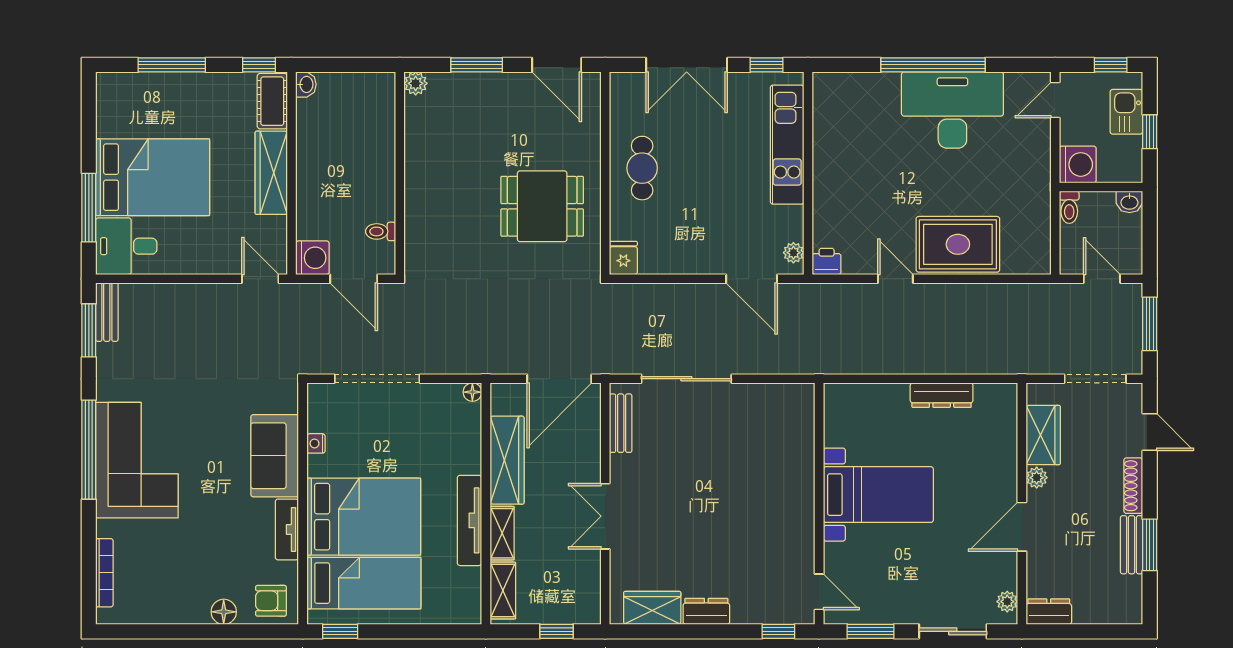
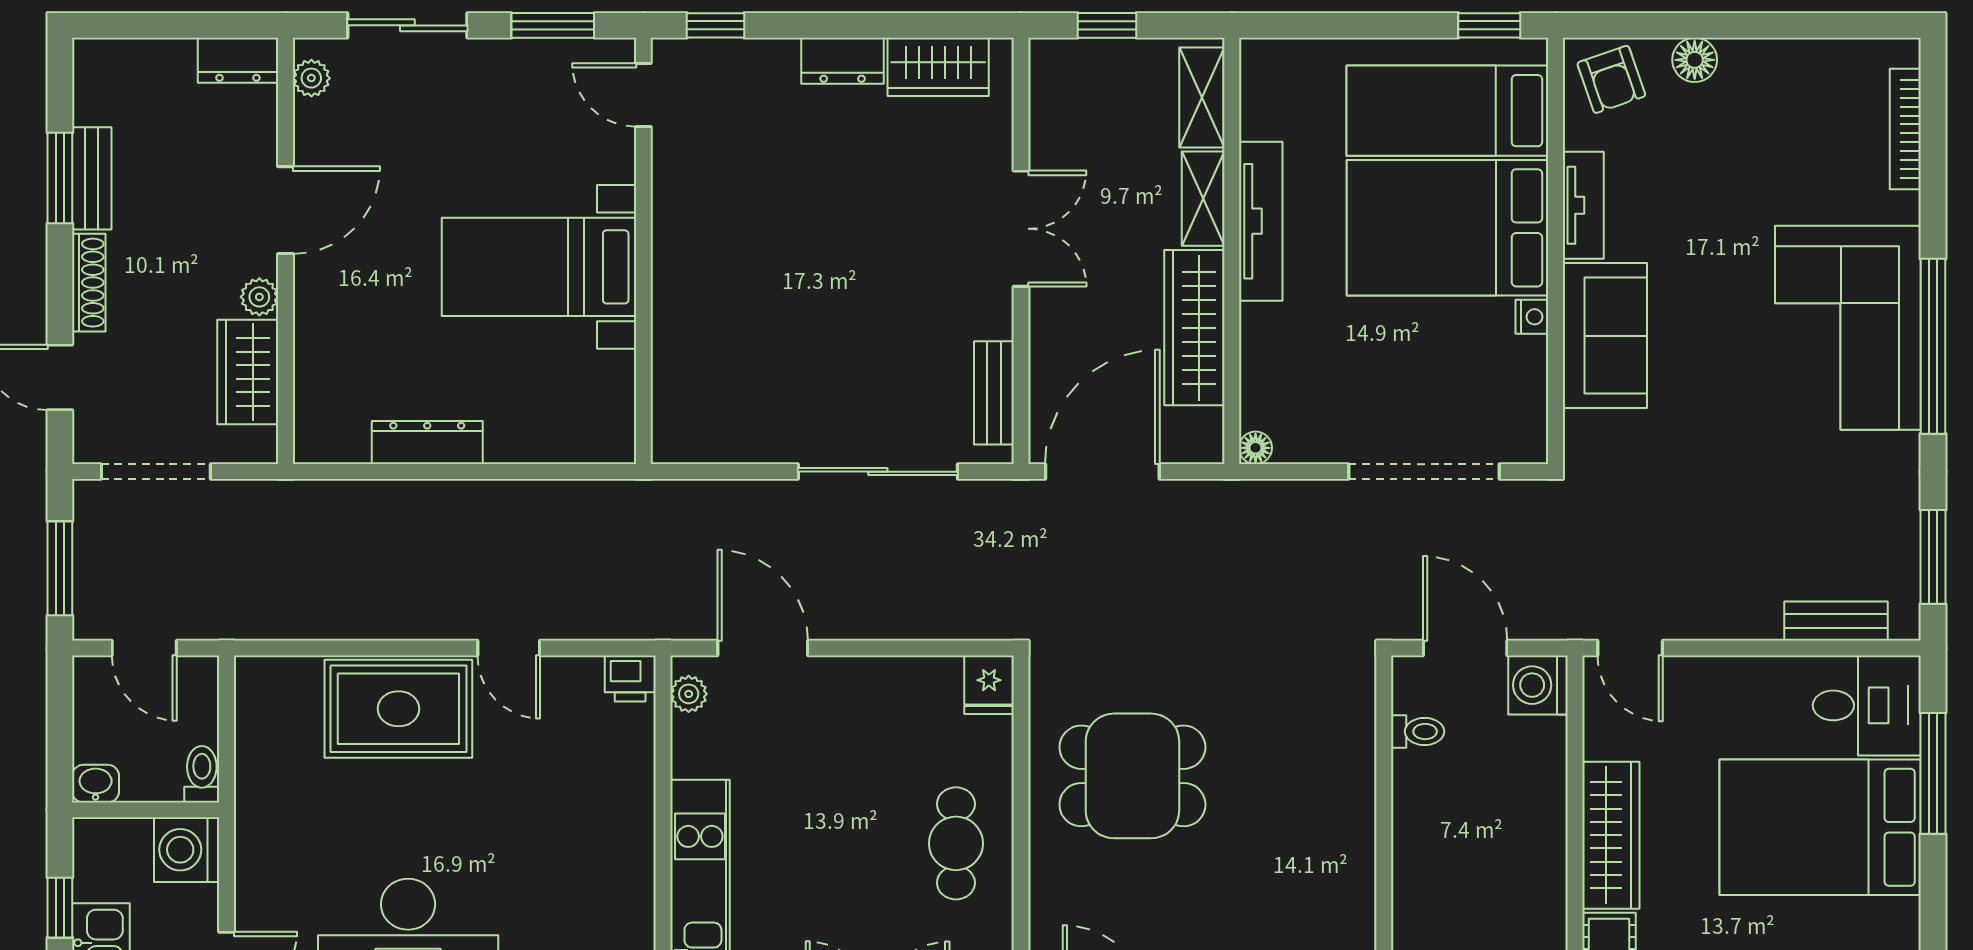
bench: (107, 312) -> (1836, 621), moved, turned 90
nightstand: (316, 443) -> (1532, 317), moved
armchair: (271, 601) -> (1611, 79), turned 71

